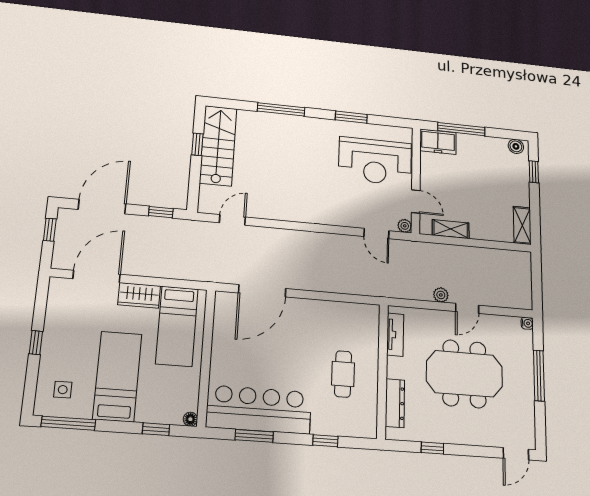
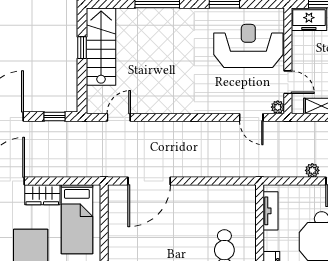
reception desk: (375, 161) -> (248, 46), turned 180

